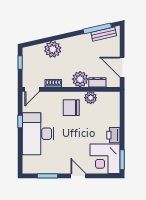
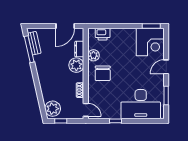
plant: (53, 49) -> (53, 109), moved
desk: (38, 134) -> (141, 104), moved
printer: (113, 135) -> (103, 34), moved

